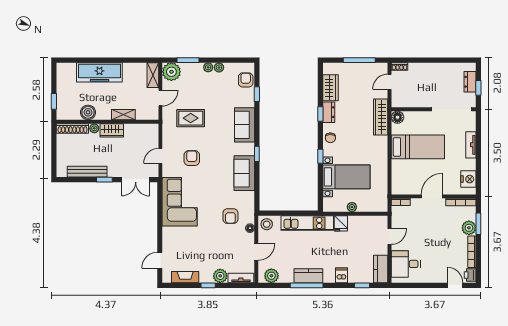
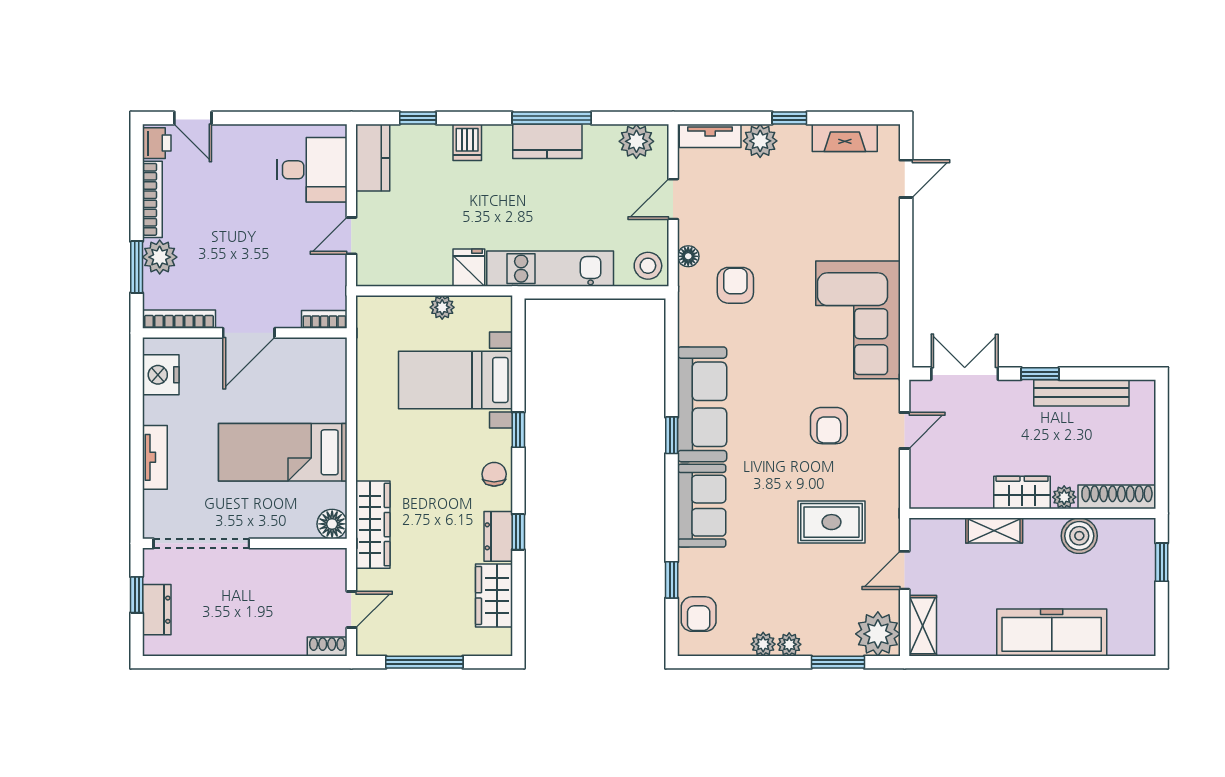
sofa: (244, 173) -> (702, 404), width x1.36

